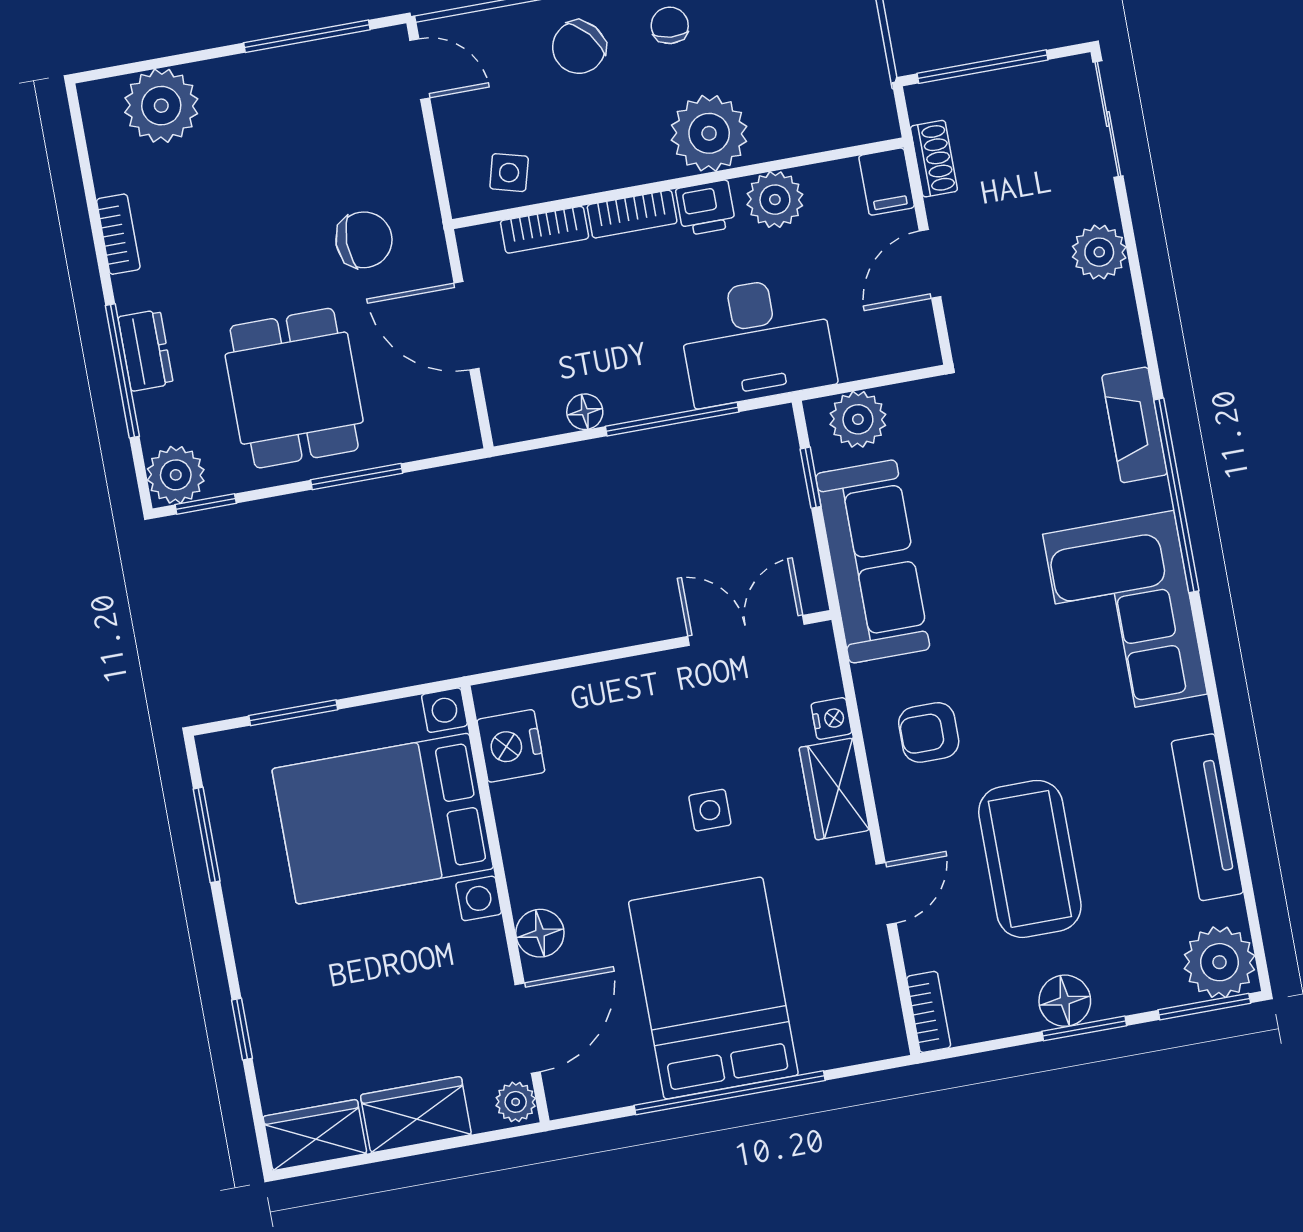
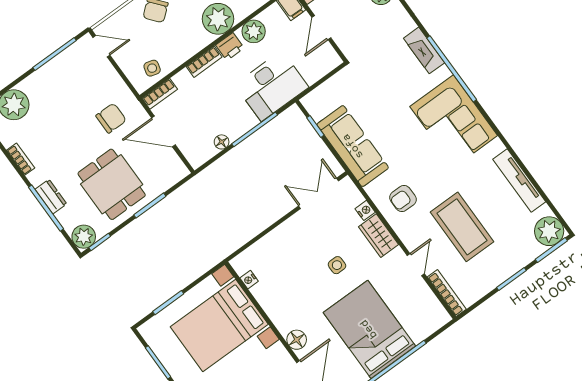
bookcase: (545, 230) -> (160, 94), moved
plant: (858, 419) -> (322, 97), removed
nightstand: (511, 746) -> (249, 280), width x0.53, depth x0.56
floor lamp: (1065, 1001) -> (500, 272), removed
bookcase: (929, 1012) -> (447, 293), width x1.56

